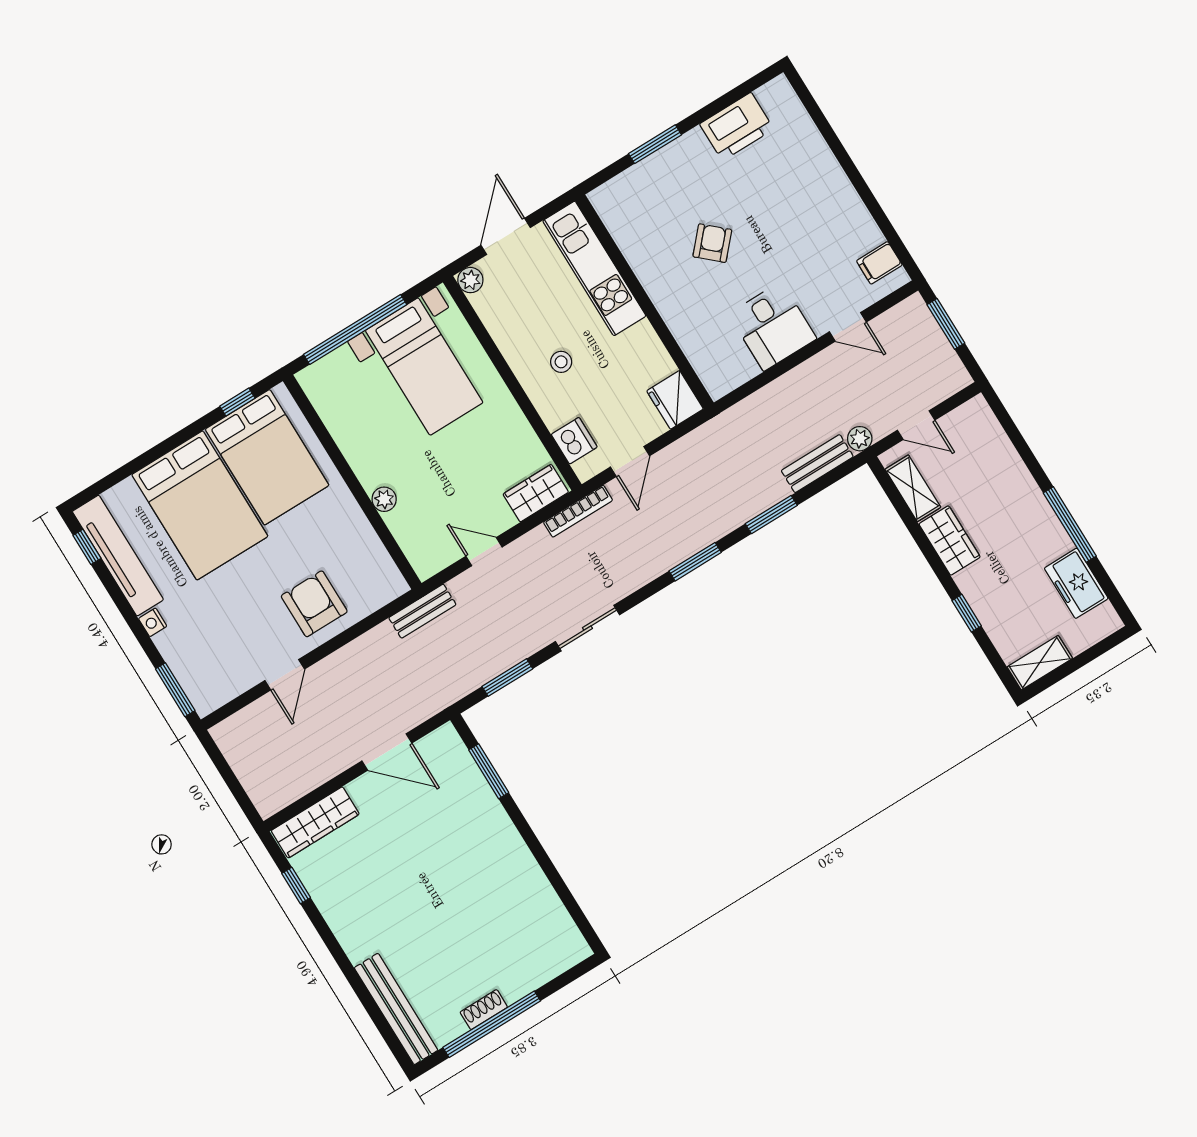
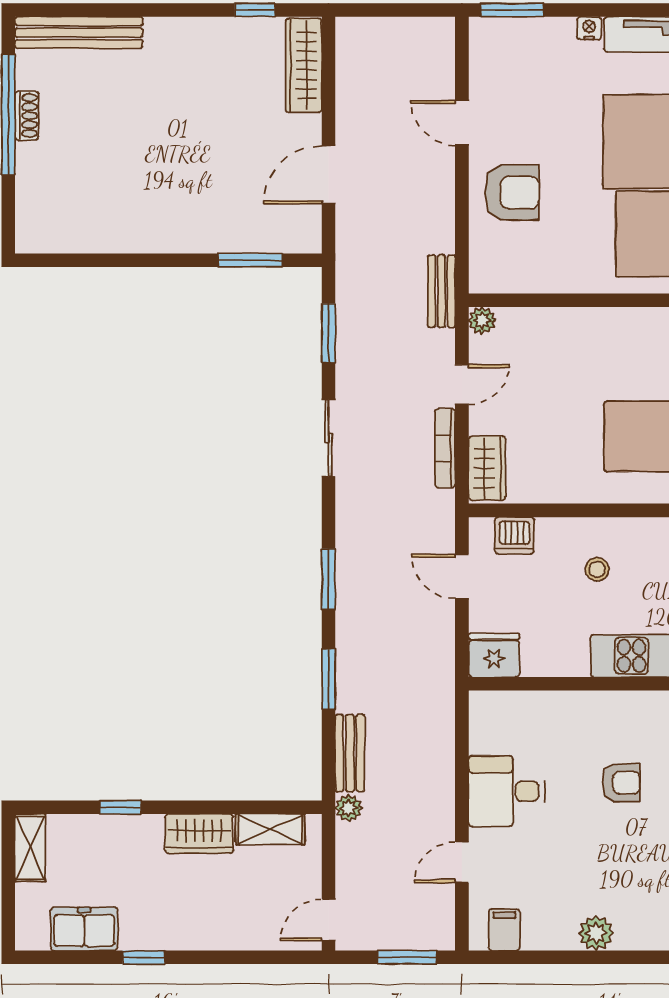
plant: (839, 191) -> (596, 933), added
armchair: (712, 243) -> (621, 783), turned -42
door: (916, 425) -> (328, 920), moved
plant: (384, 499) -> (482, 320), moved
bookcase: (578, 511) -> (445, 448), moved
window: (1070, 525) -> (144, 957), width x0.46

